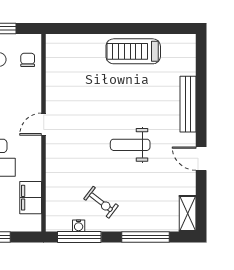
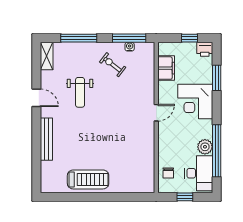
door: (44, 124) -> (156, 113), moved
weight bench: (130, 145) -> (80, 92), moved, turned 90

